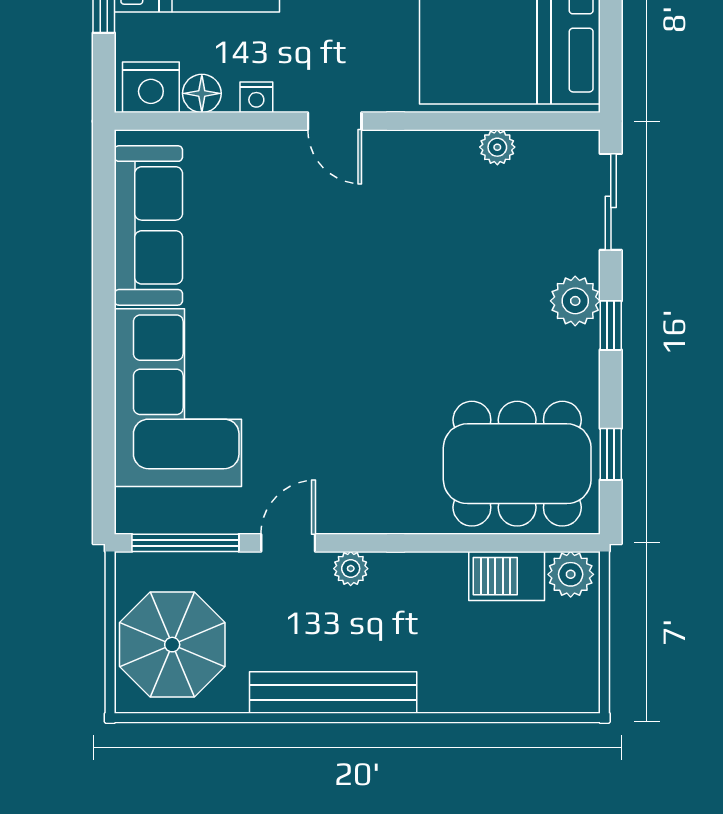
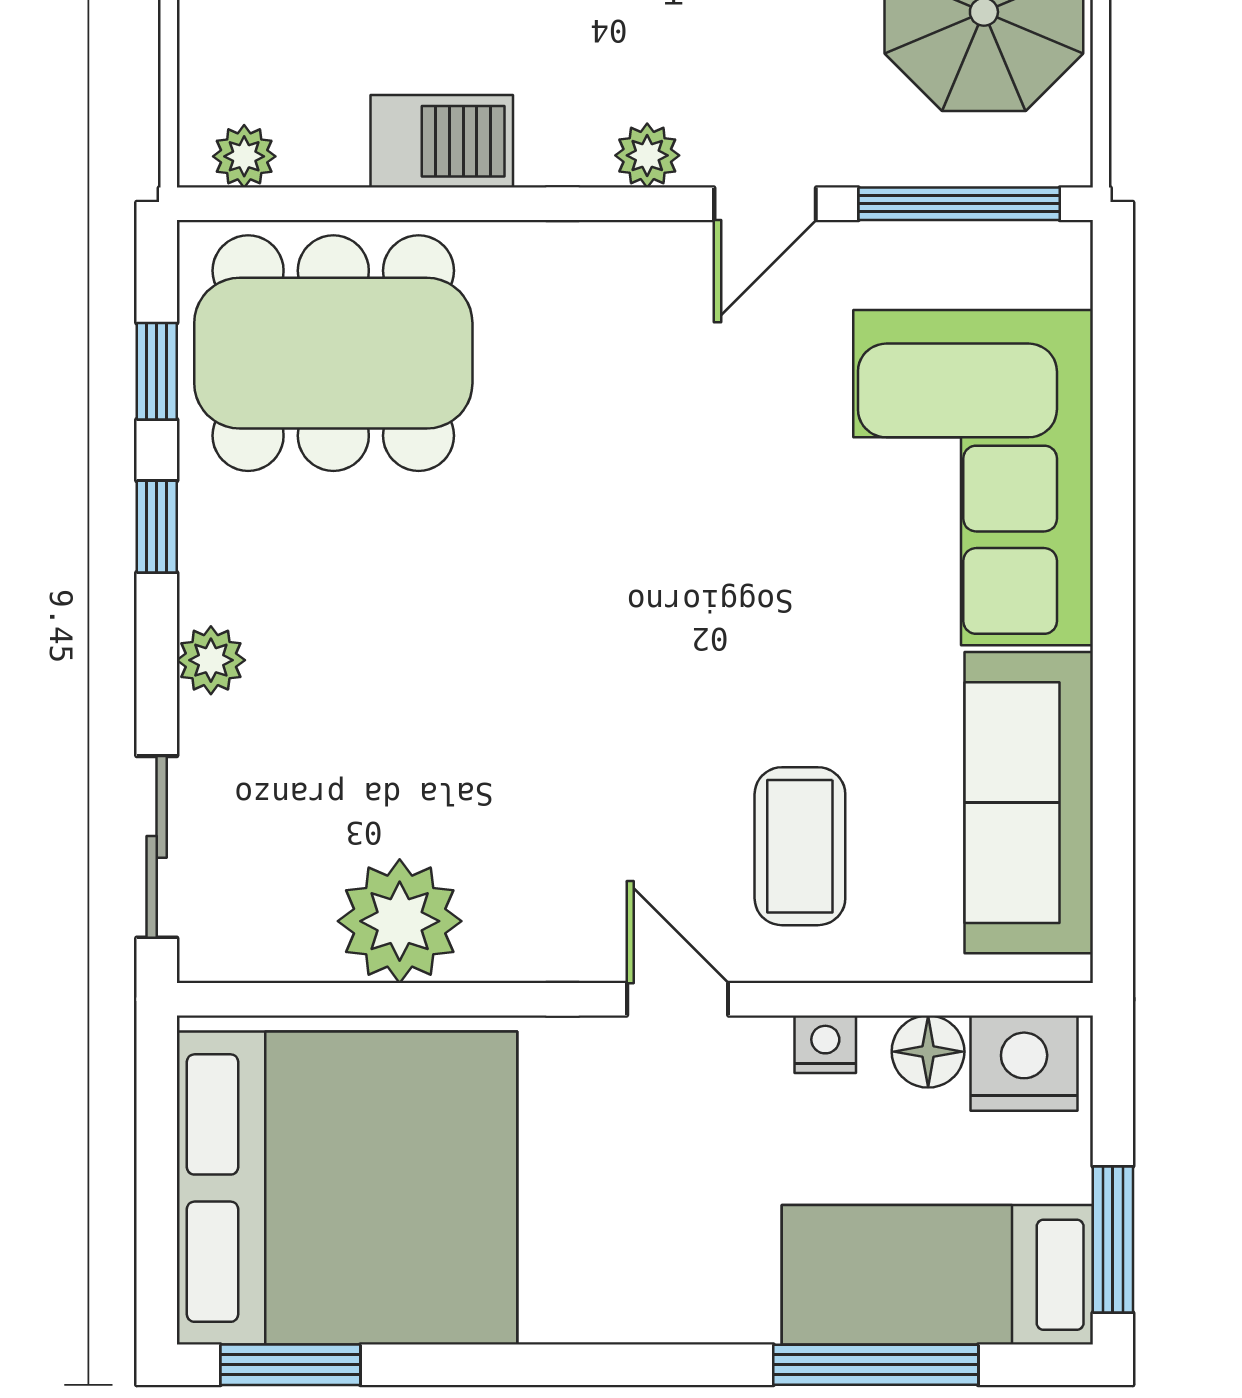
plant: (497, 147) -> (400, 921), width x1.87, depth x1.87
coffee table: (270, 202) -> (800, 846), added
plant: (575, 301) -> (211, 660), width x0.73, depth x0.73
window: (611, 325) -> (157, 527), moved
plant: (571, 574) -> (244, 156), width x0.73, depth x0.73
barbecue: (507, 576) -> (442, 141), moved

